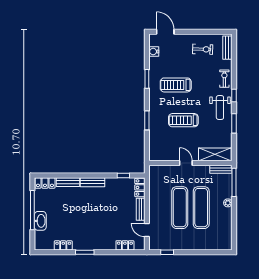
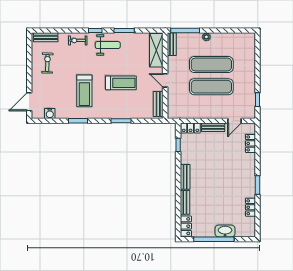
treadmill: (183, 120) -> (121, 83), turned -90
bench: (163, 156) -> (158, 104), added
door: (186, 163) -> (165, 80), hinge flipped

